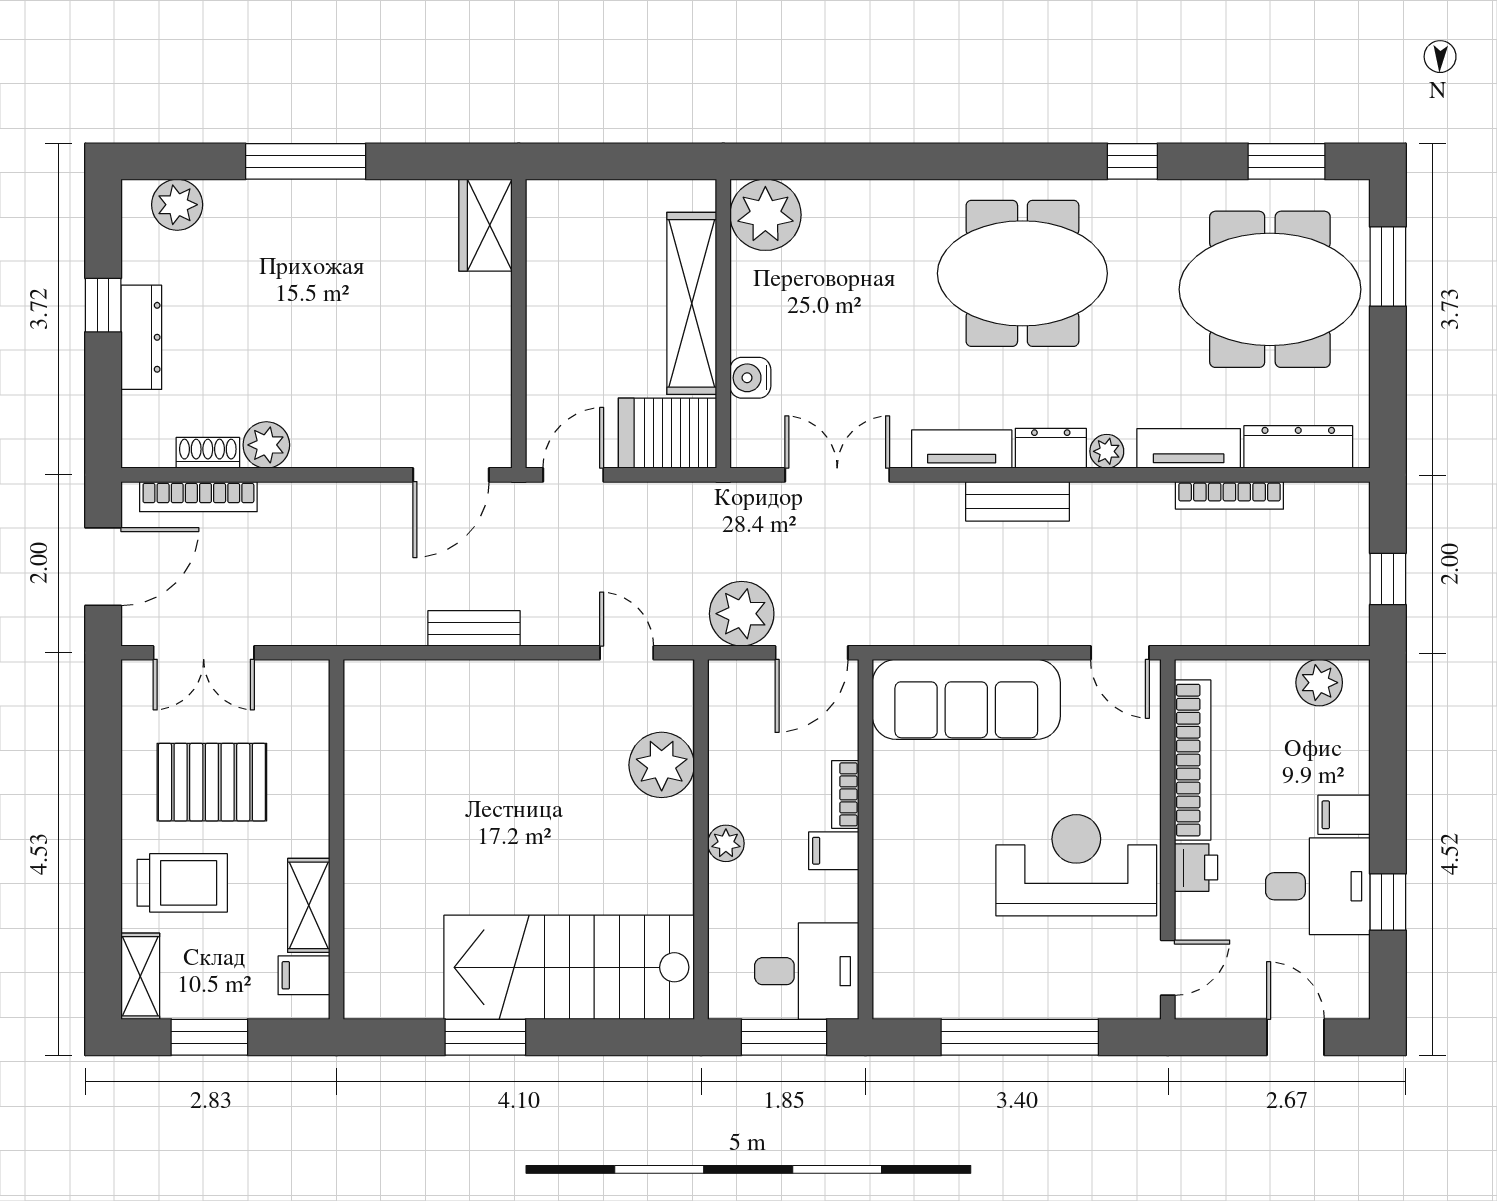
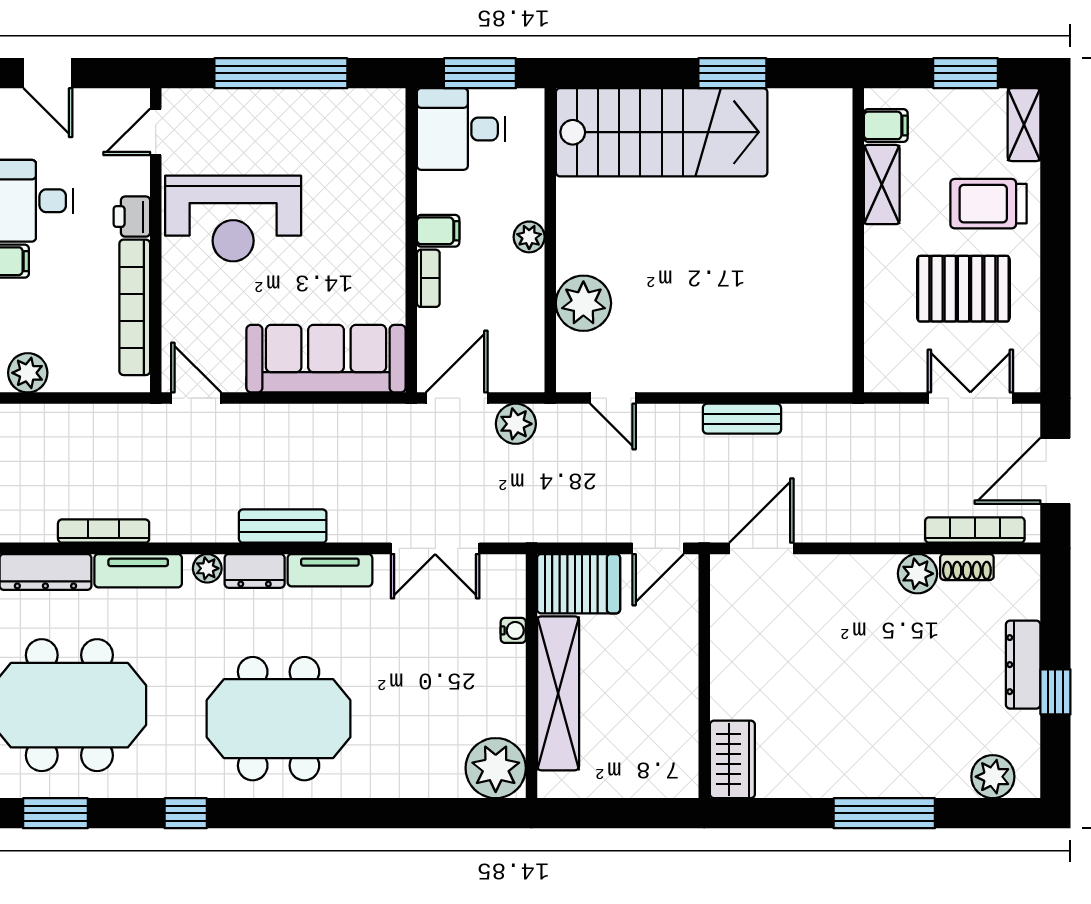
water cooler: (750, 378) -> (513, 630), width x0.72, depth x0.72
plant: (742, 614) -> (516, 424), width x0.73, depth x0.73

